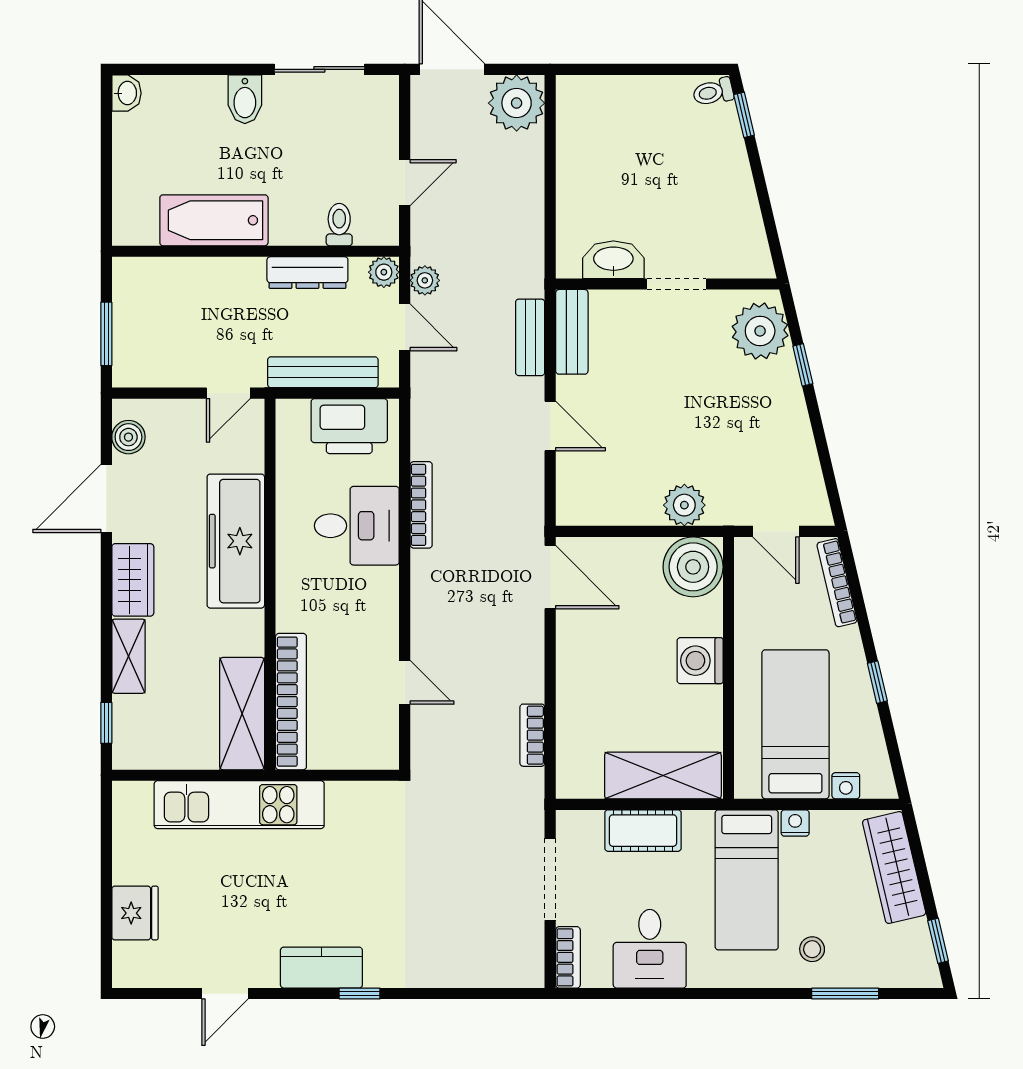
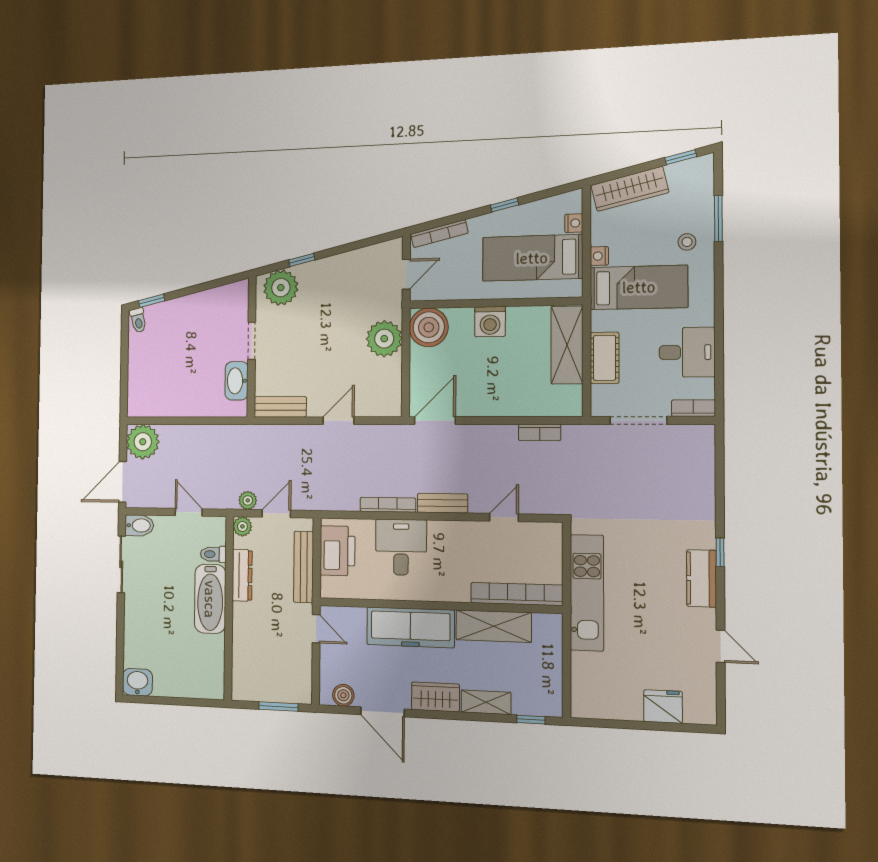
washbasin: (126, 93) -> (137, 682), width x1.38, depth x1.45
bidet: (245, 99) -> (139, 525), moved
bathtub: (214, 220) -> (210, 599), moved
bench: (530, 337) -> (442, 503), moved
plant: (684, 505) -> (384, 339), width x1.36, depth x1.36
shelving: (242, 714) -> (494, 626), moved
kitchen unit: (239, 805) -> (587, 593), moved

